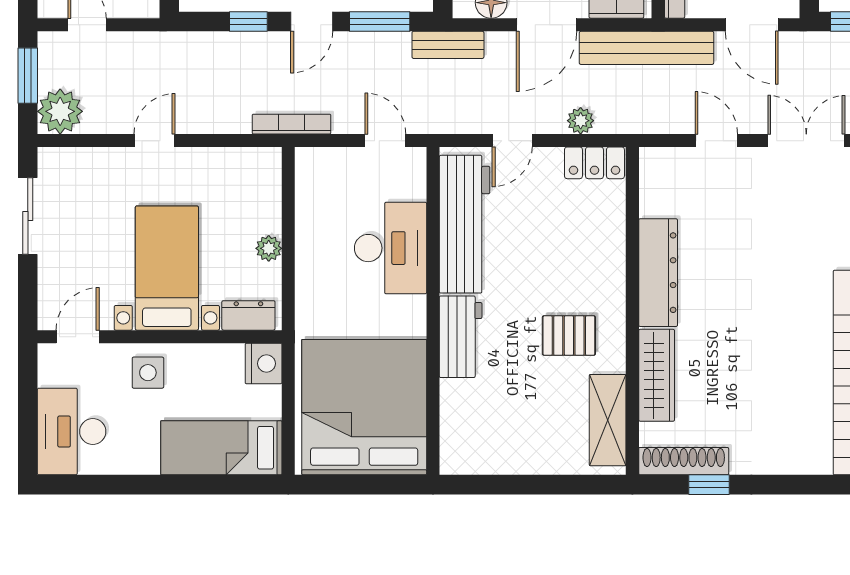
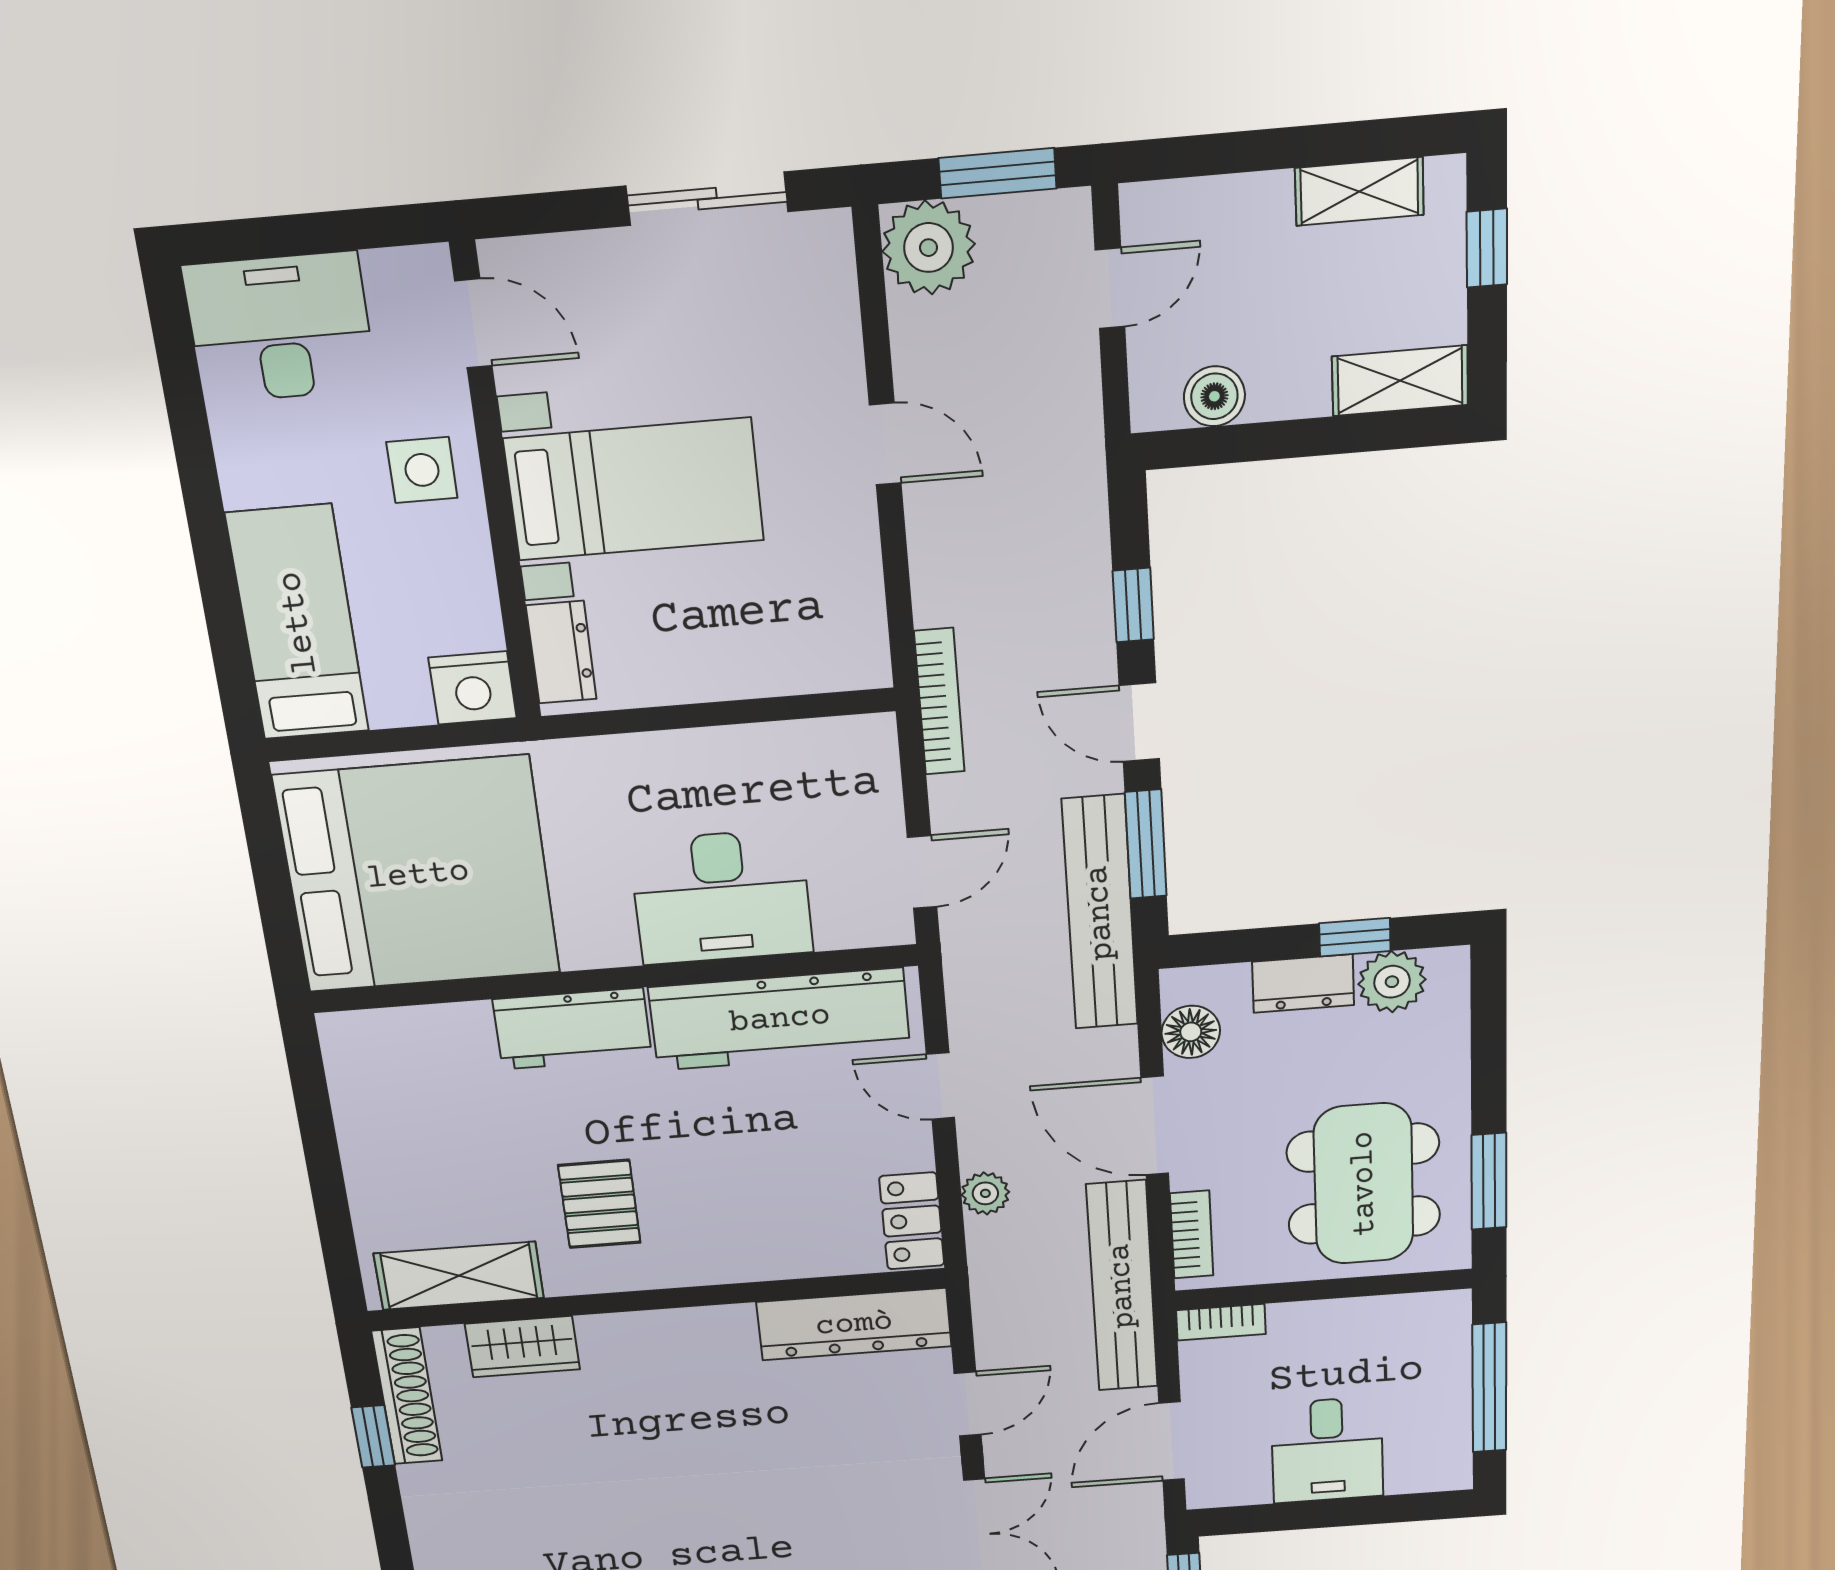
bench: (448, 45) -> (1100, 913), width x1.86, depth x1.21
plant: (269, 248) -> (695, 679), removed
dresser: (658, 273) -> (854, 1324), moved
wardrobe: (657, 375) -> (522, 1347), width x0.67

